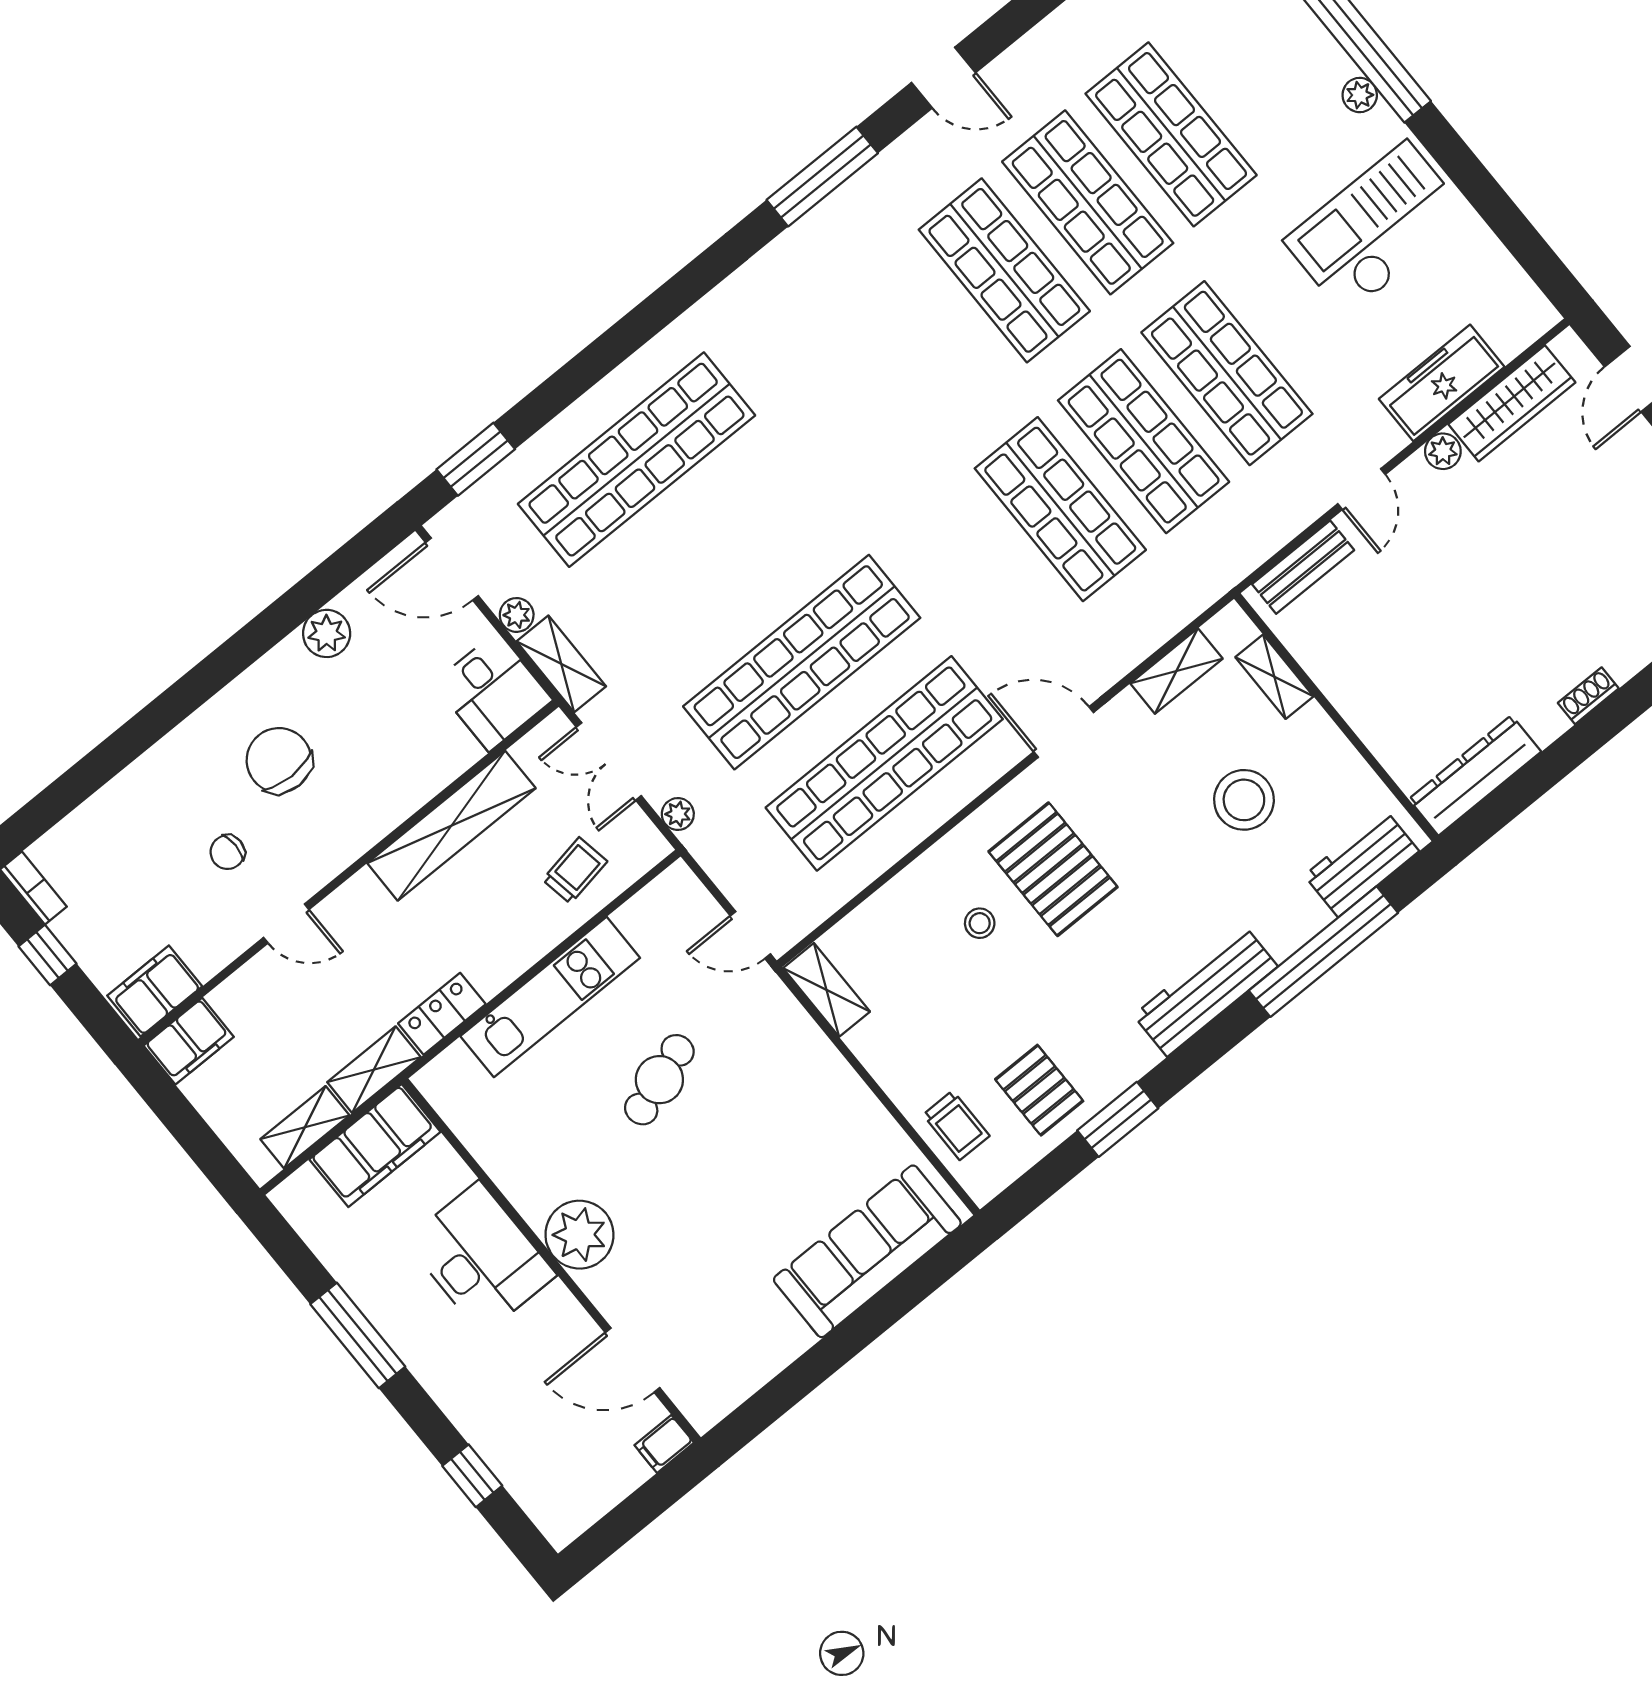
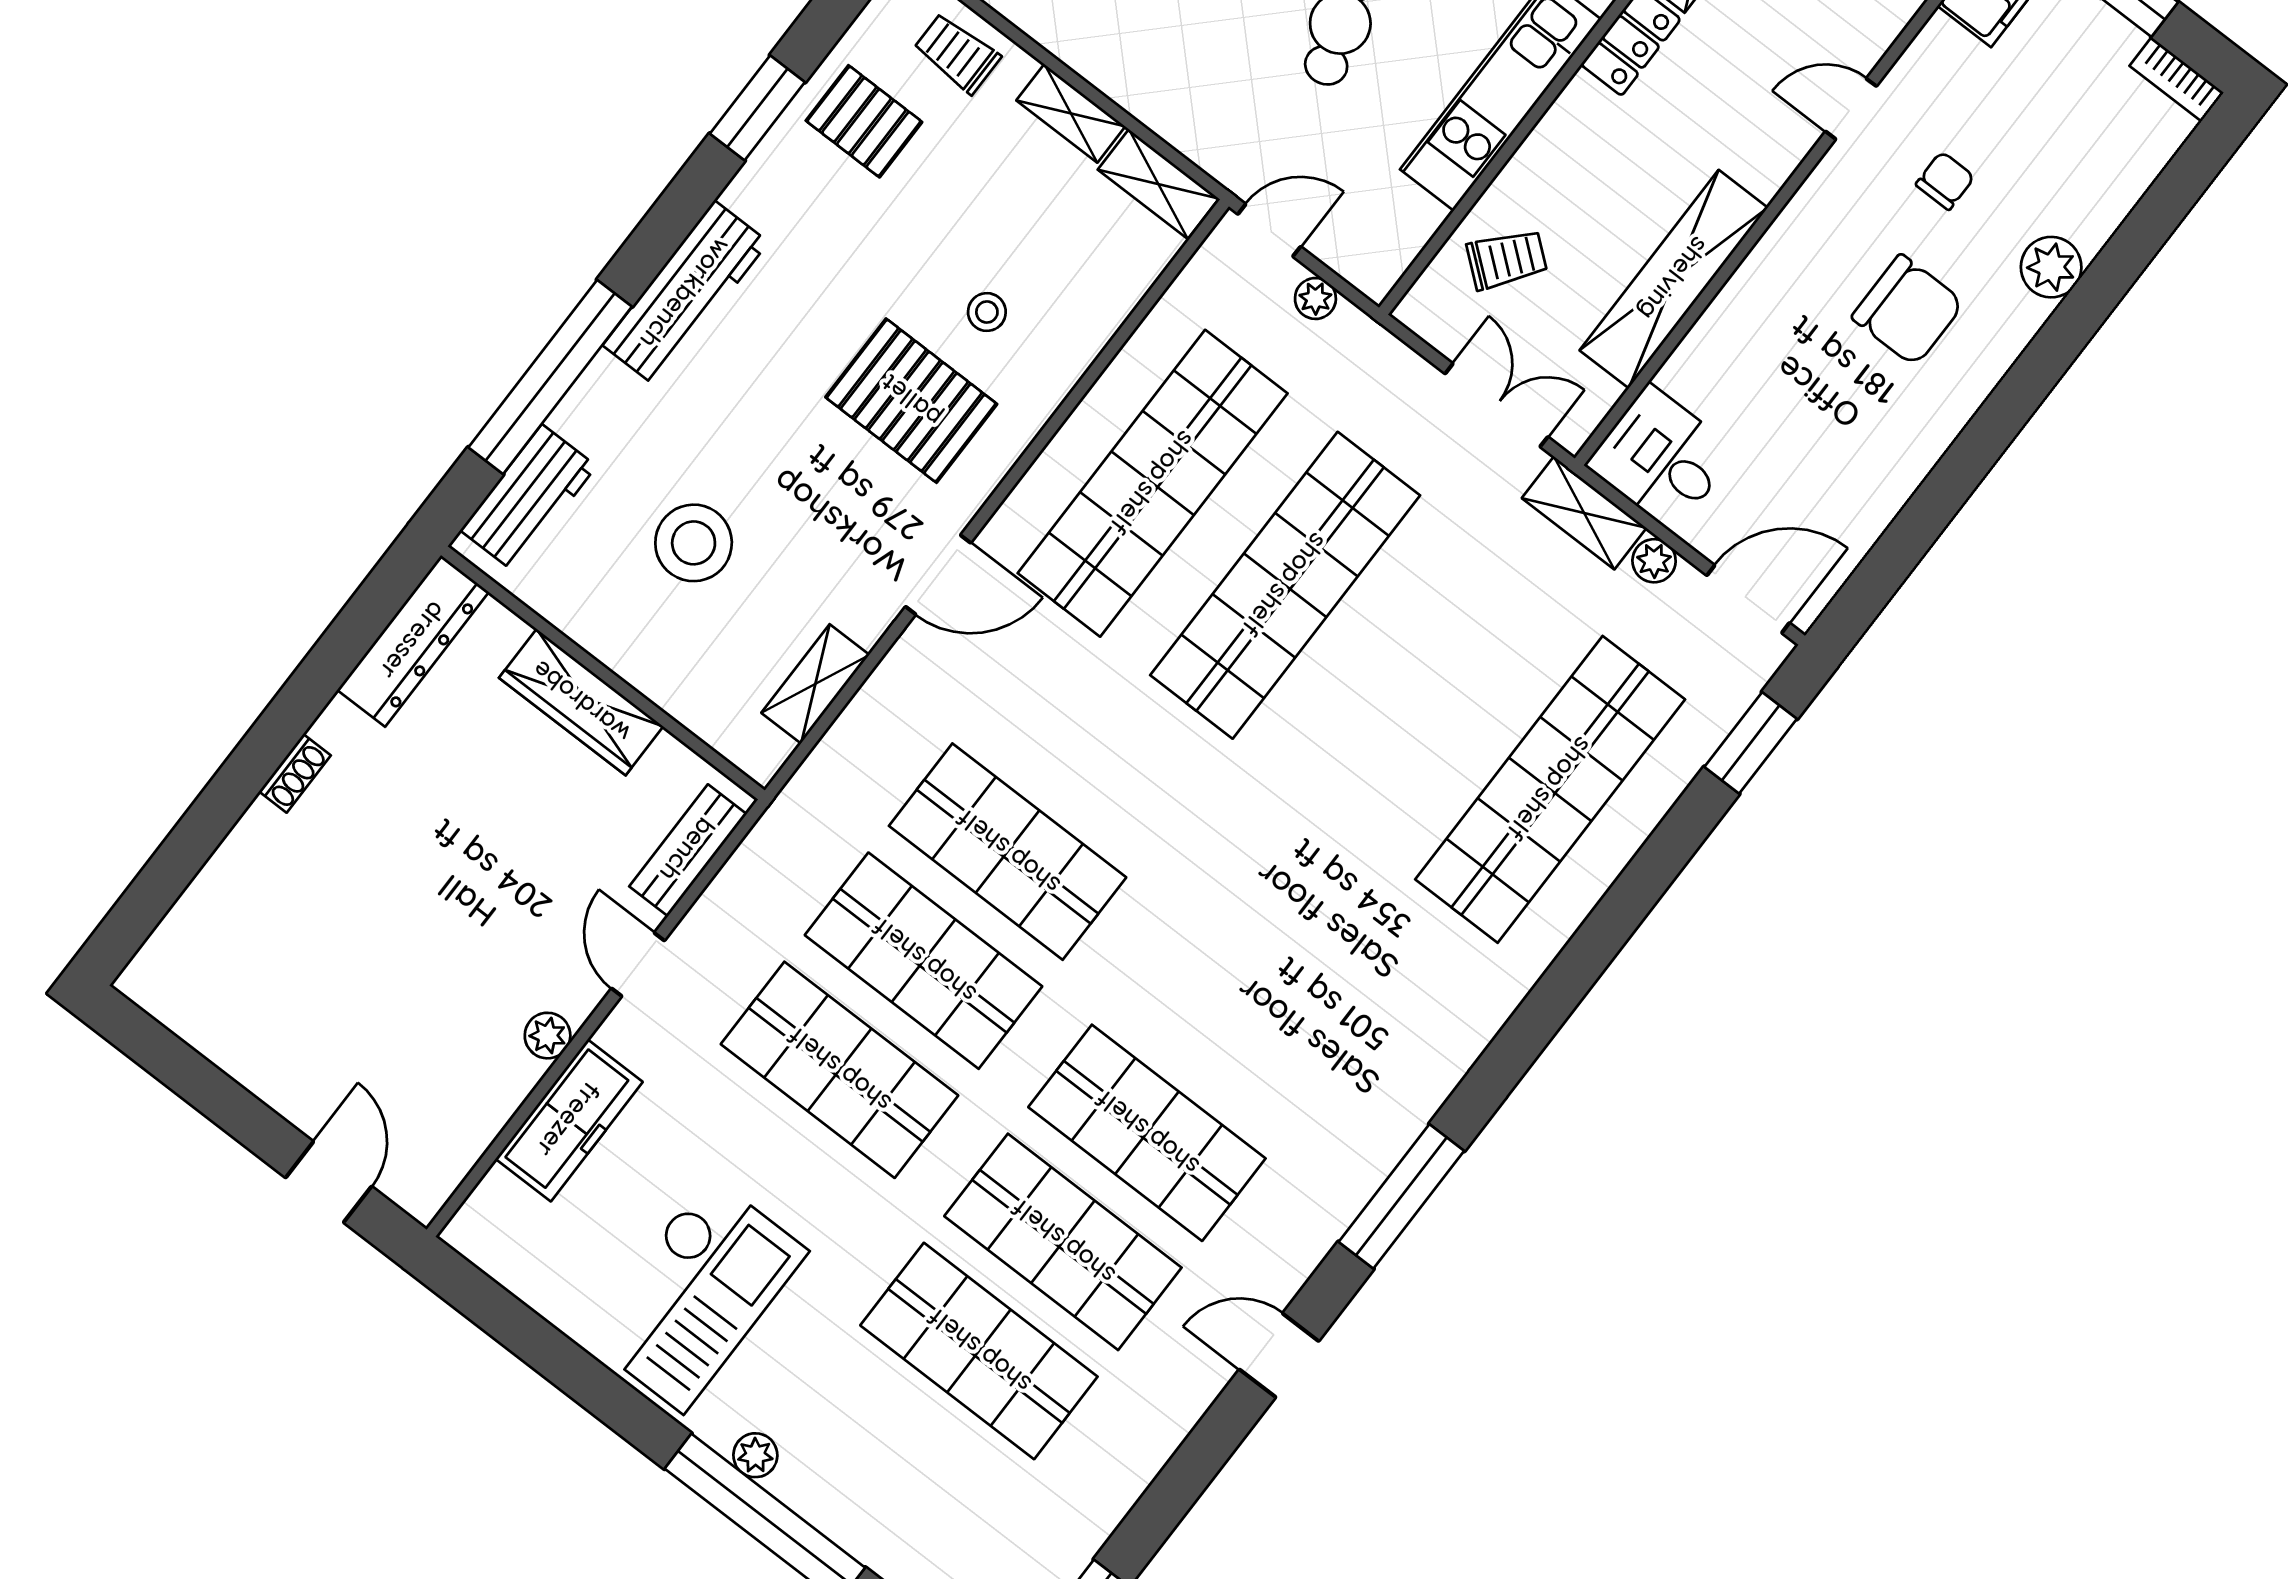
wardrobe: (1512, 403) -> (581, 702), moved, turned -90
plant: (327, 633) -> (2051, 267), moved
shelving: (1274, 677) -> (1071, 113), moved
plant: (678, 814) -> (1315, 299), moved
trolley: (575, 871) -> (1507, 259), turned -131

